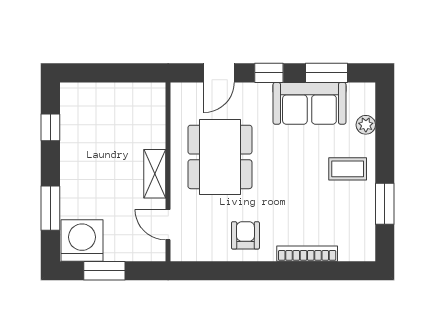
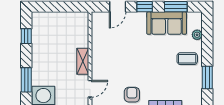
dining table: (220, 157) -> (118, 52), removed
door: (168, 225) -> (90, 89), swing flipped

